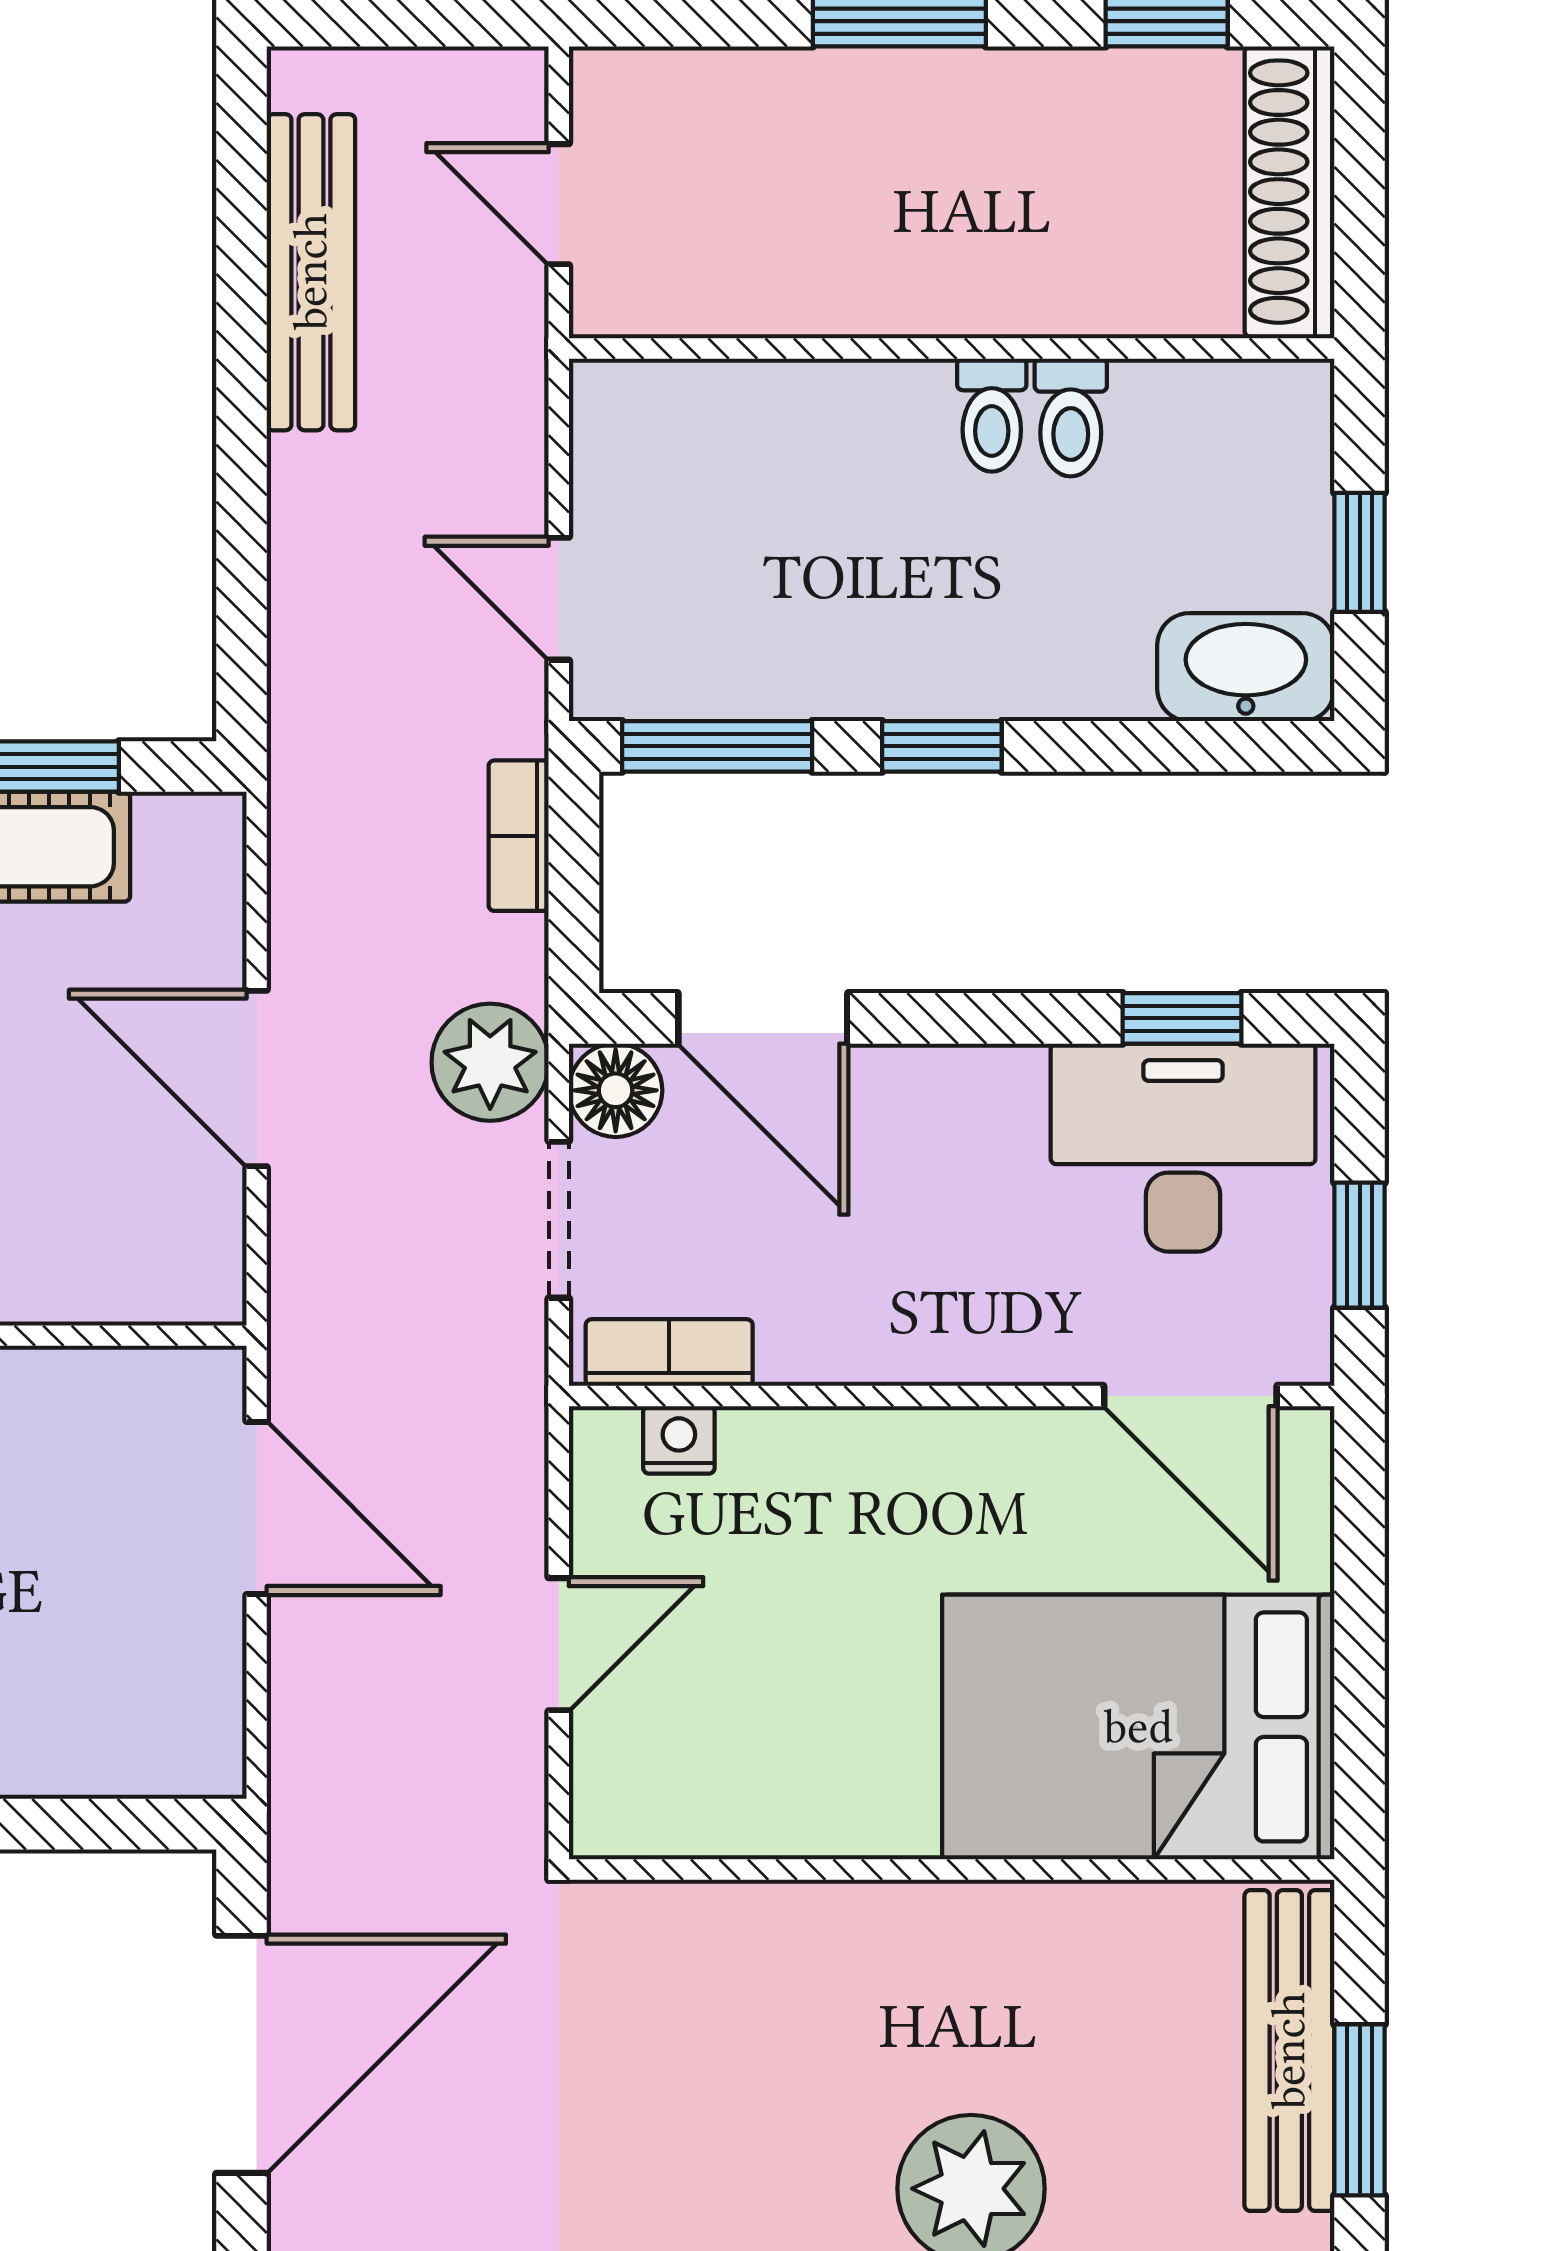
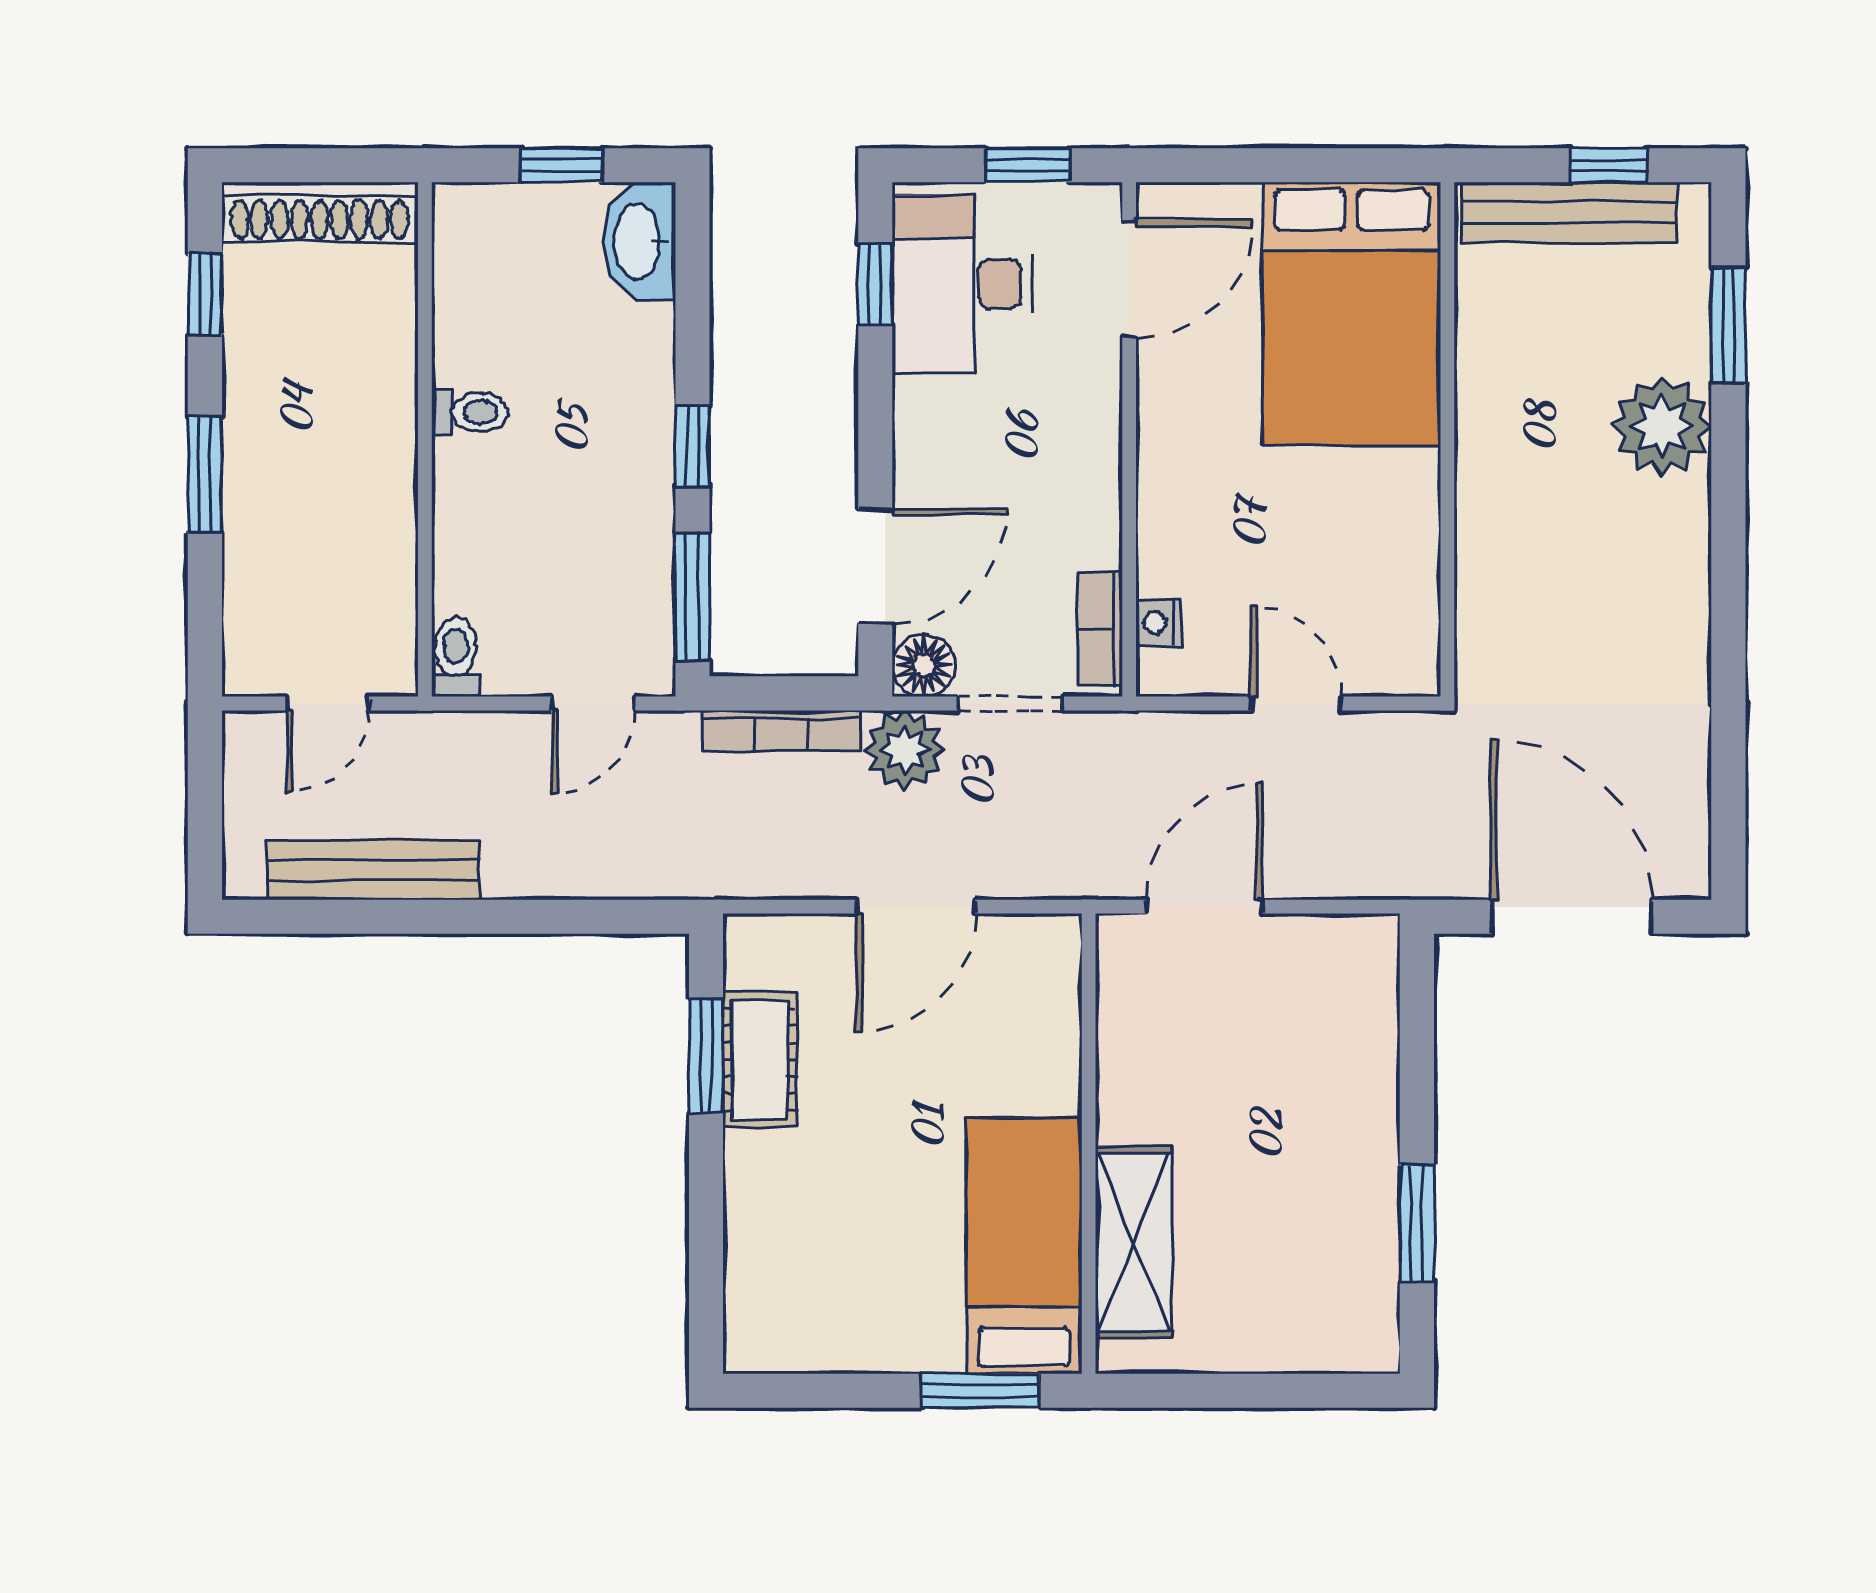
toilet: (1071, 418) -> (456, 657), moved, turned -90
bookcase: (519, 836) -> (781, 730), width x1.56
window: (1360, 2110) -> (1609, 165), width x0.67

